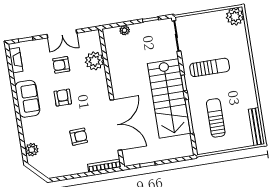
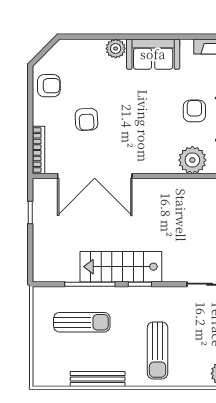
sun lounger: (210, 67) -> (158, 350), moved
armchair: (63, 98) -> (49, 86), moved
stairs: (169, 98) -> (121, 267), width x0.73, depth x0.66
bench: (256, 127) -> (98, 379), moved
plant: (32, 150) -> (116, 49), moved

